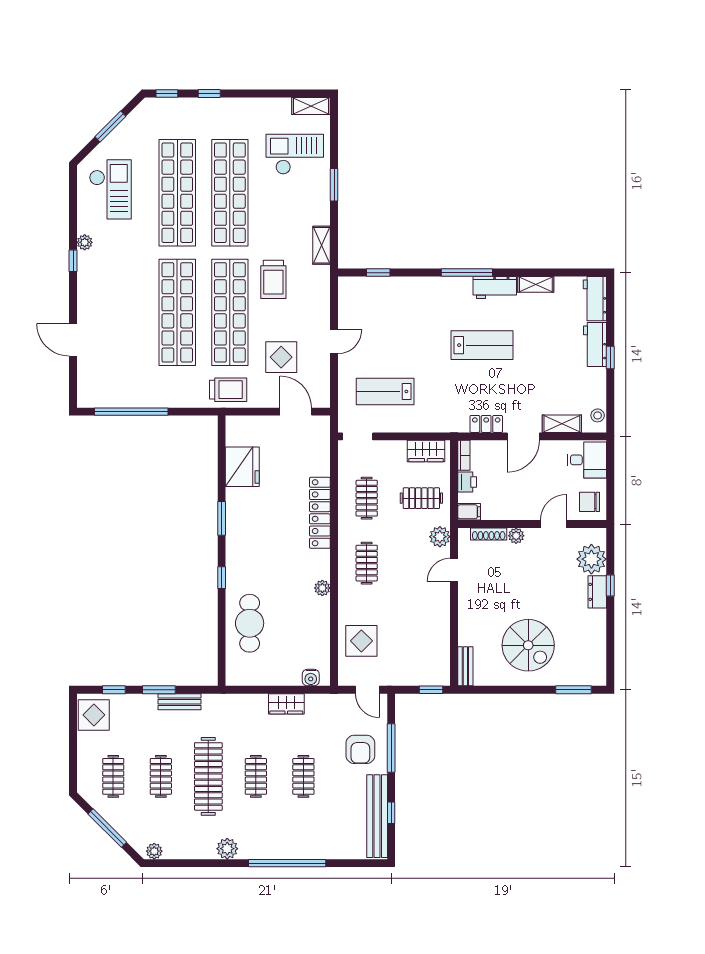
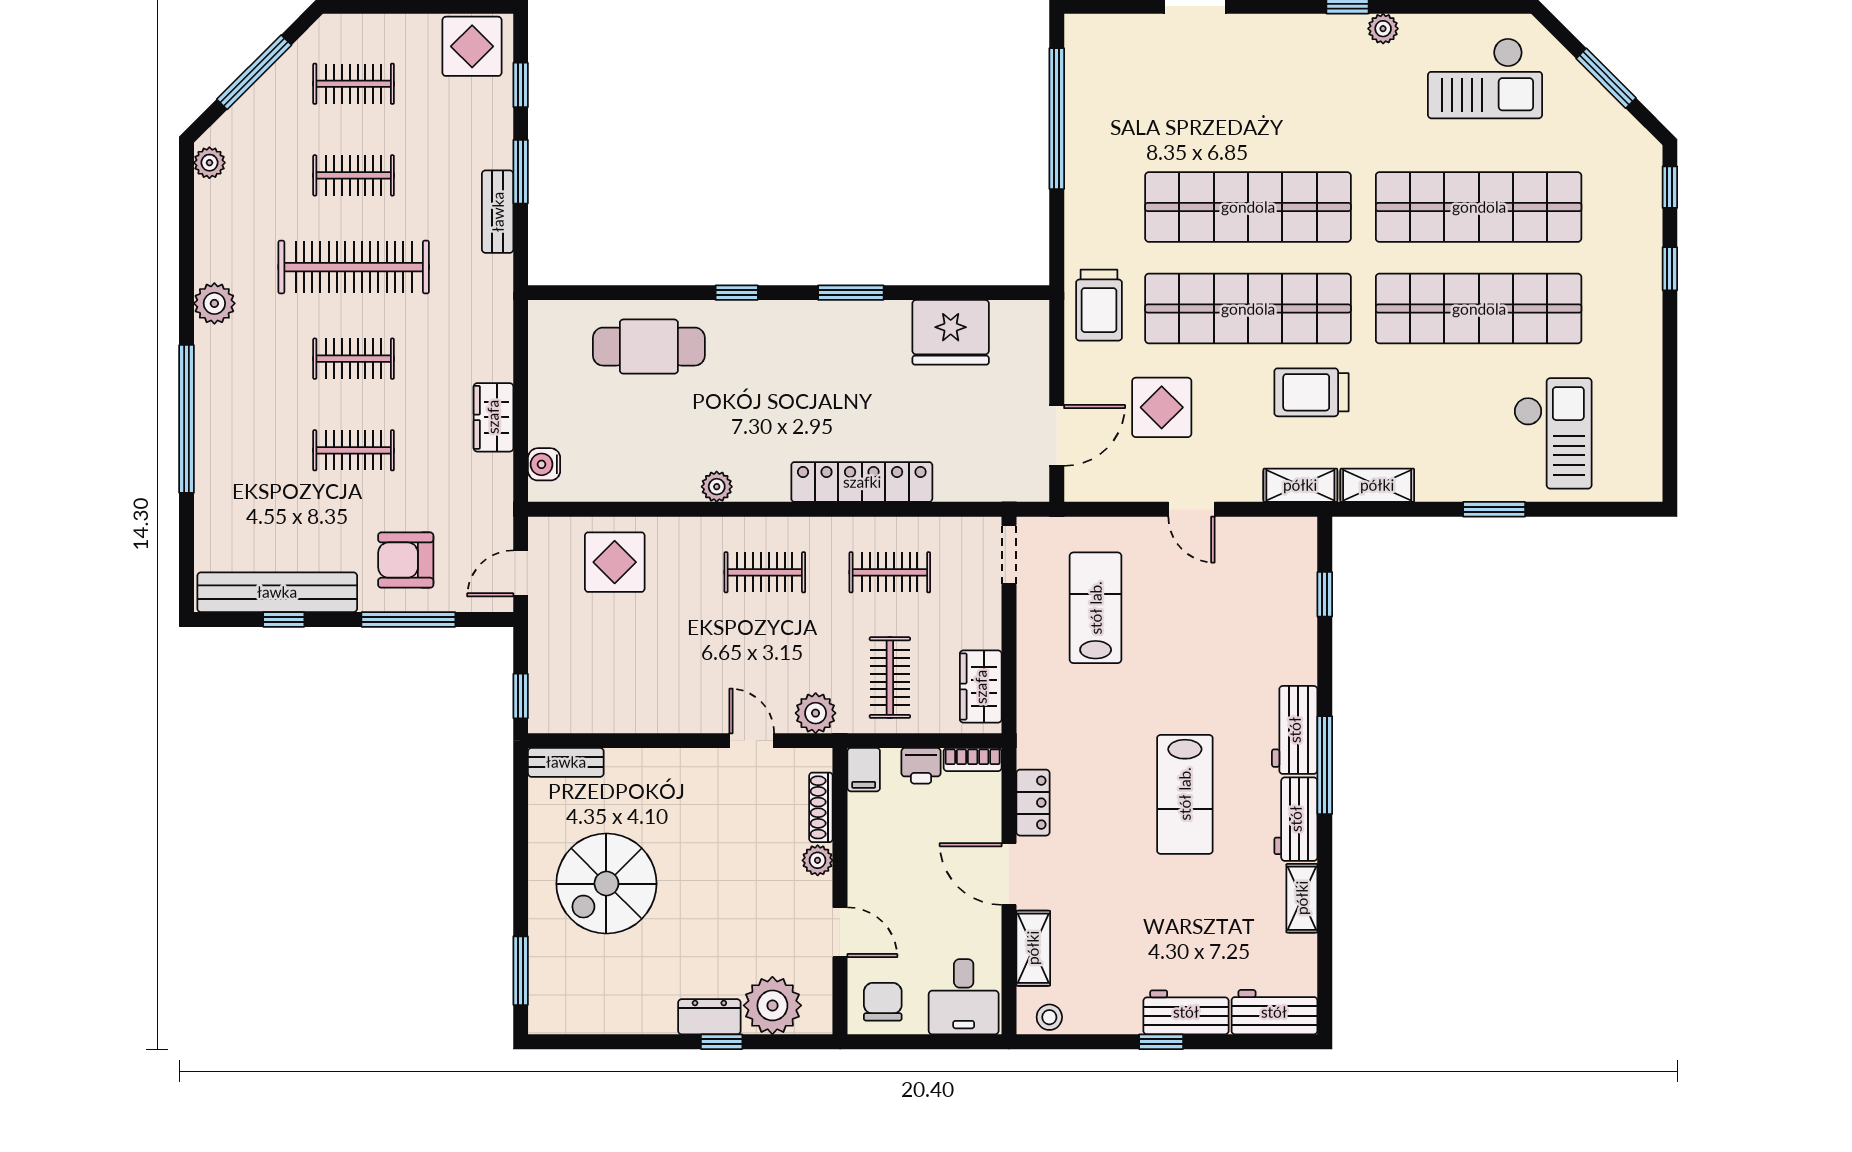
shelving: (311, 106) -> (1300, 485), moved, turned 90
workbench: (449, 288) -> (1295, 730), added

